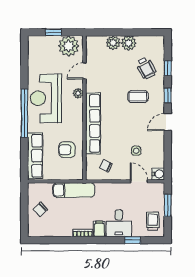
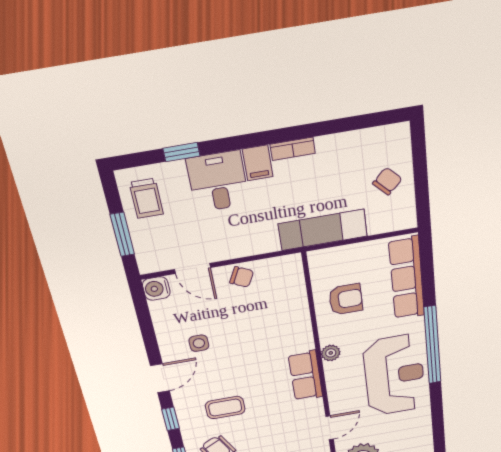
plant: (78, 93) -> (331, 353), moved
row of seats: (93, 123) -> (305, 376), width x0.50
side table: (136, 151) -> (199, 343), moved
chair: (106, 166) -> (242, 277), moved

